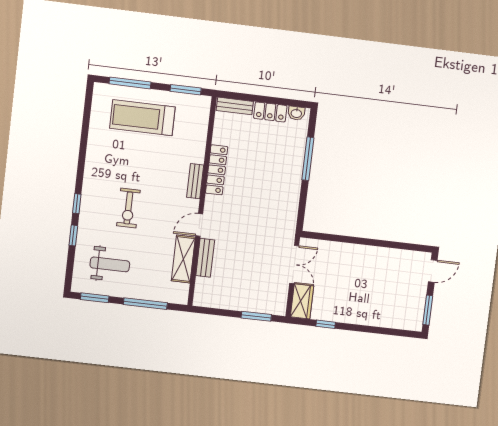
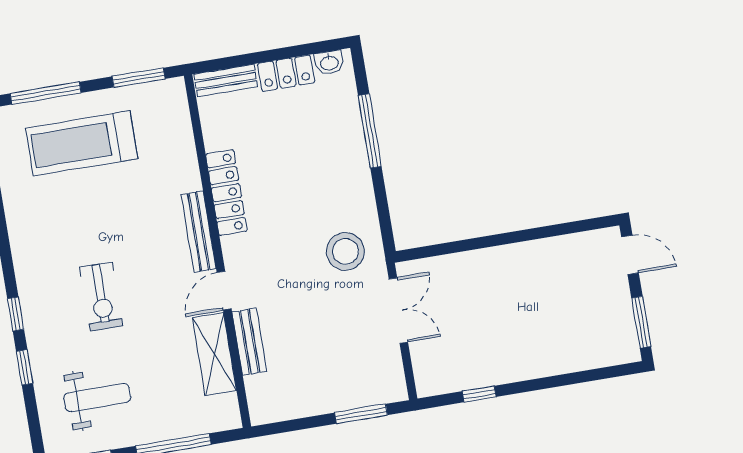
bench: (195, 181) -> (199, 232), width x1.36
stool: (274, 223) -> (345, 251), added
door: (433, 271) -> (630, 255), hinge flipped
wardrobe: (302, 301) -> (429, 368), removed

